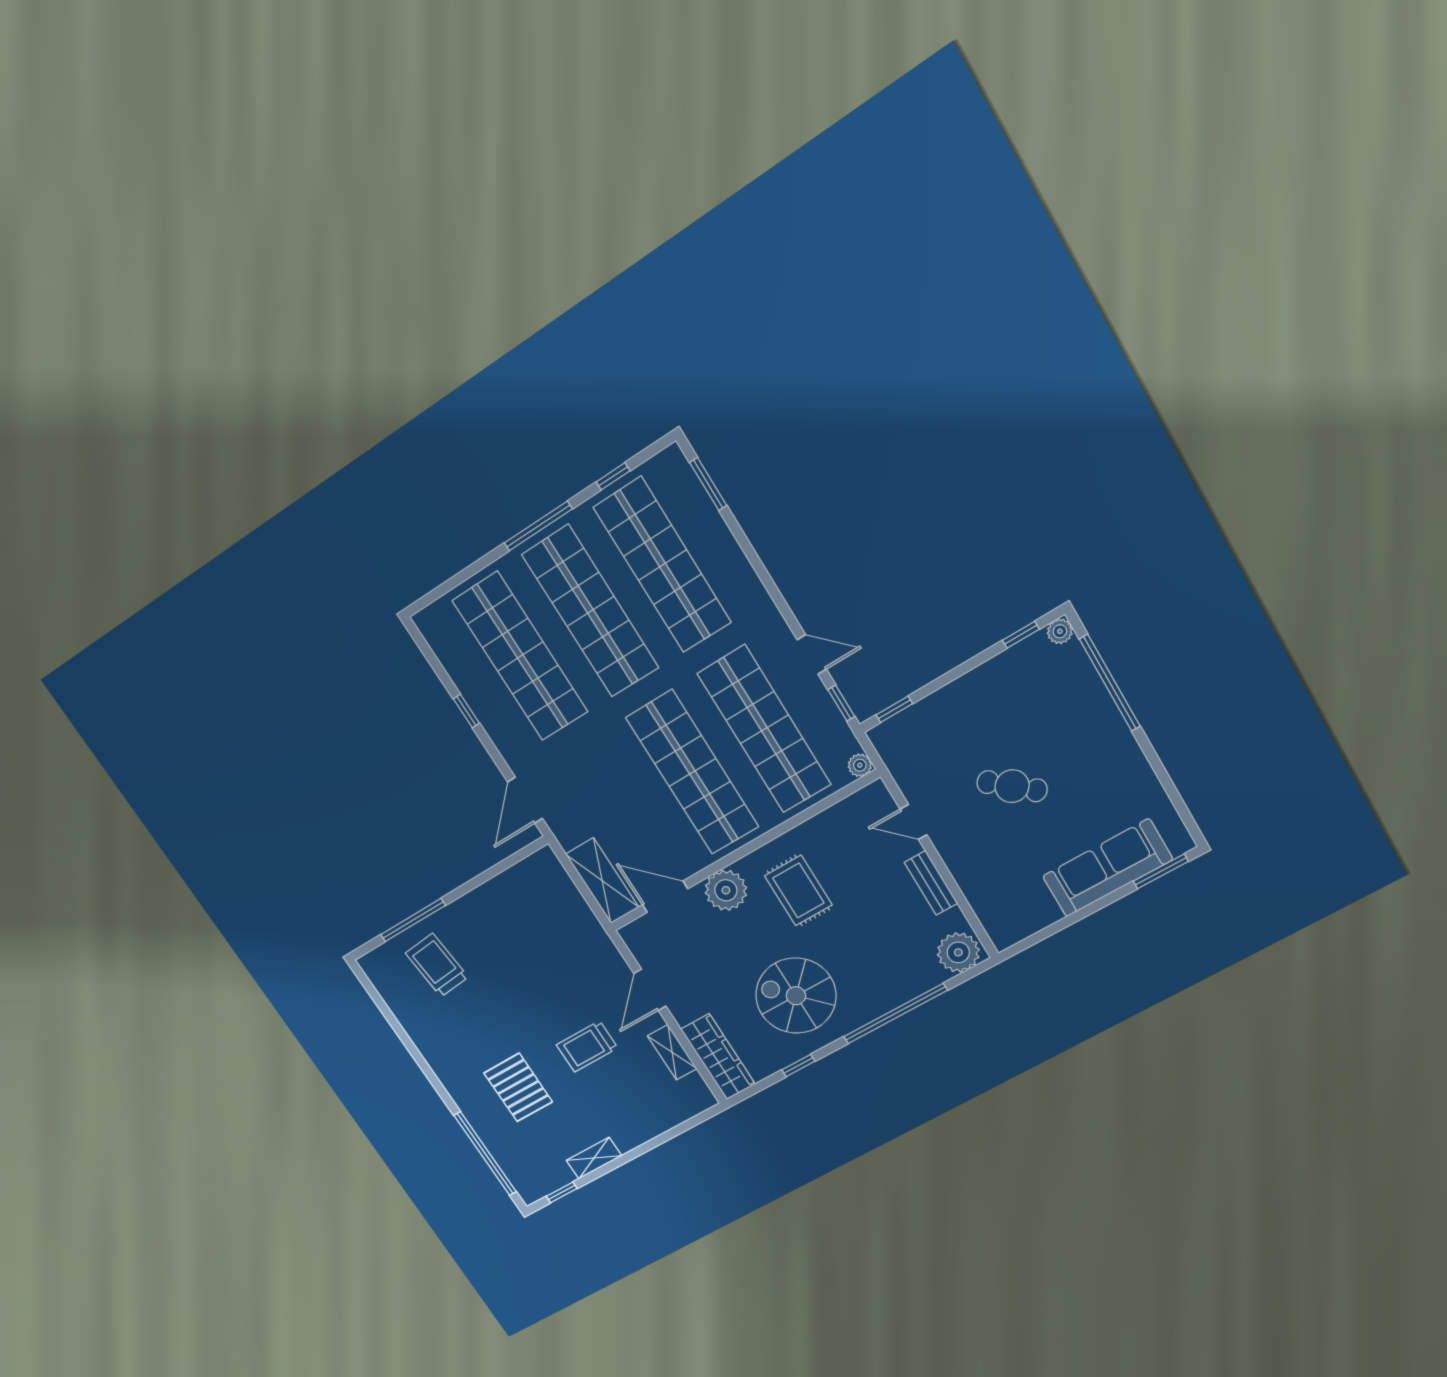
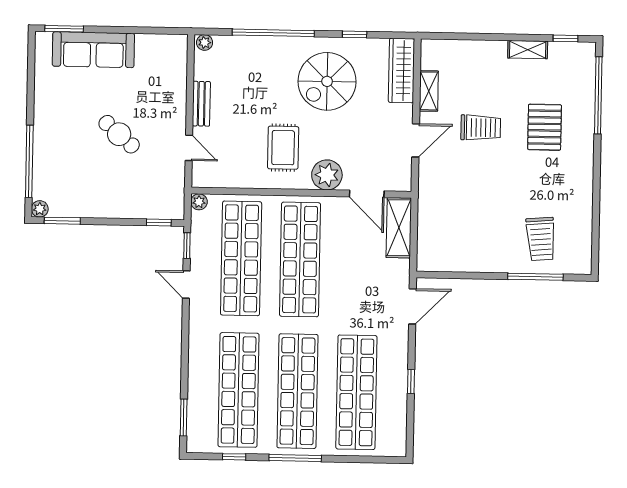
window: (1021, 635) -> (62, 221), width x1.50
plant: (958, 952) -> (205, 42), width x0.53, depth x0.53
spiral stairs: (796, 996) -> (327, 81), turned 90

